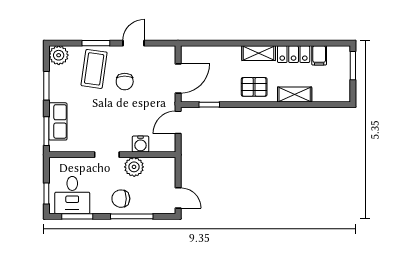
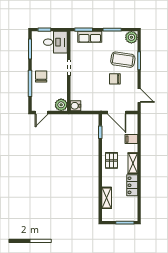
door: (133, 43) -> (139, 96), moved
filing cabinet: (319, 55) -> (131, 139), moved
shelving: (295, 95) -> (107, 198), moved
door: (178, 122) -> (89, 112), removed
water cooler: (141, 144) -> (75, 106), moved
plant: (134, 167) -> (61, 105), moved
desk: (72, 195) -> (55, 42), moved, turned 180

